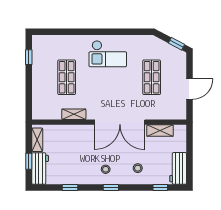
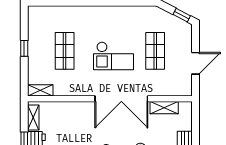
checkout: (108, 54) -> (114, 56), moved
window: (29, 57) -> (24, 48), moved
shelving: (74, 114) -> (40, 90), moved

